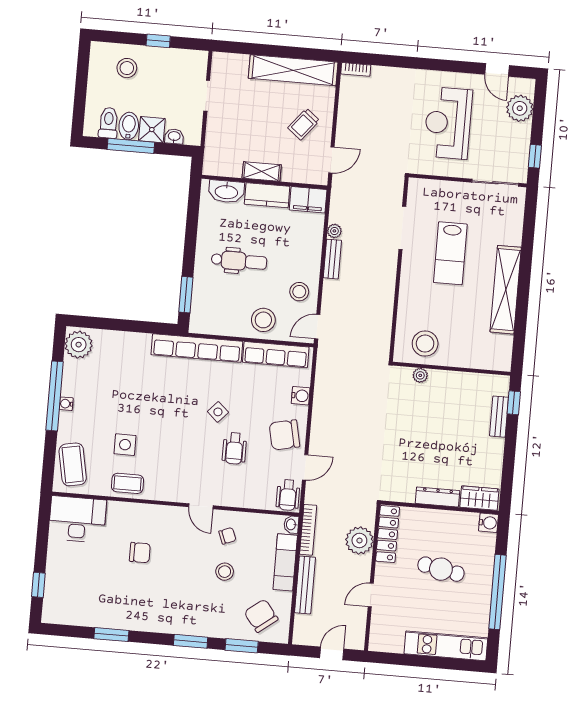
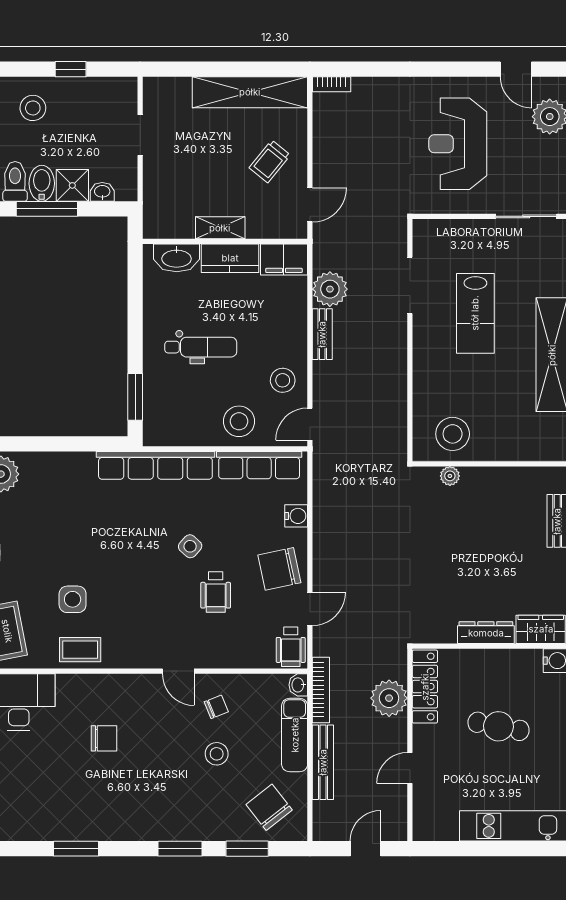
plant: (334, 231) -> (330, 289), width x1.87, depth x1.87

